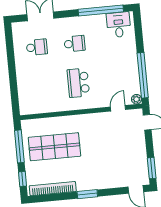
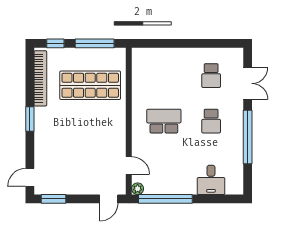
window: (101, 11) -> (248, 137), moved
desk: (119, 25) -> (211, 180), moved, turned 90
shop shelf: (54, 147) -> (90, 85), turned 90

